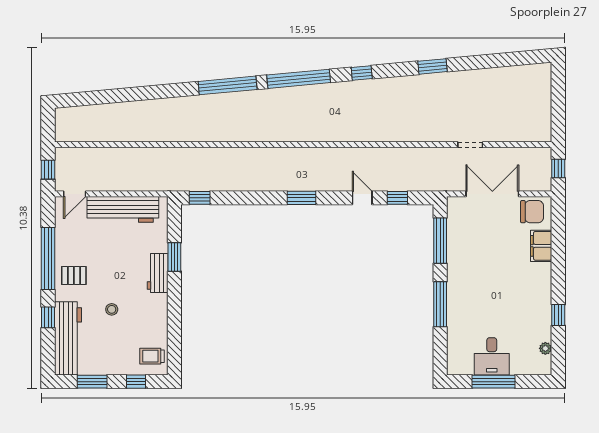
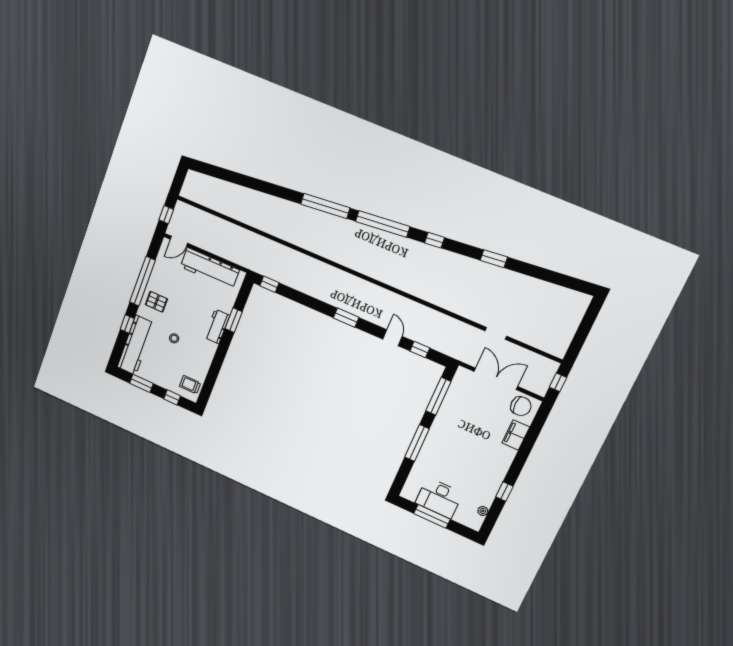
desk: (492, 356) -> (439, 498), width x1.37

